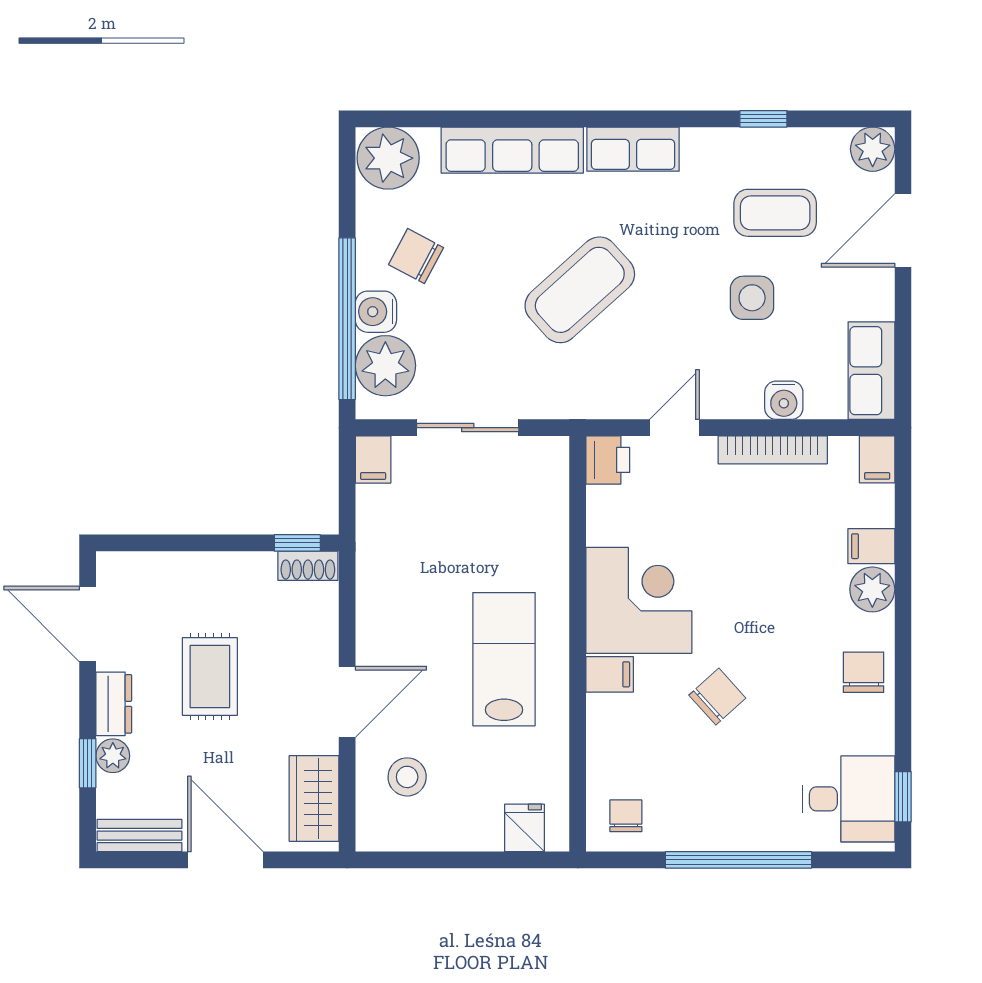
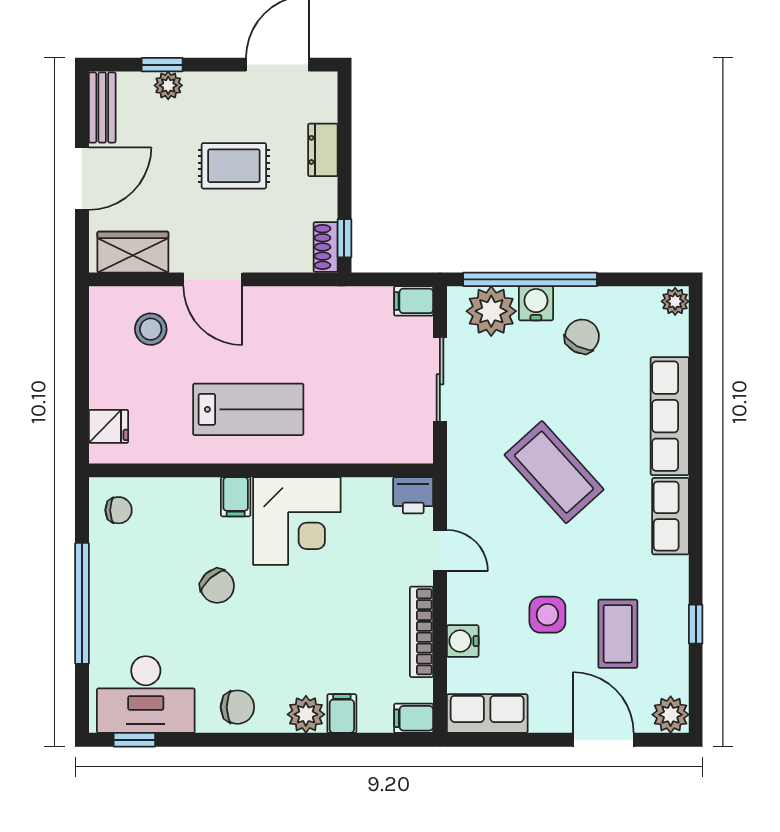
plant: (388, 158) -> (675, 301), width x0.53, depth x0.53
dresser: (114, 704) -> (323, 150), moved, turned 90
desk: (848, 799) -> (146, 694), width x1.37

